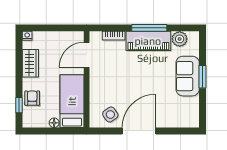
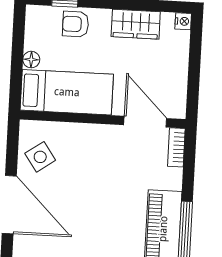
bookcase: (114, 36) -> (176, 147), moved
armchair: (32, 98) -> (76, 24), turned 180

